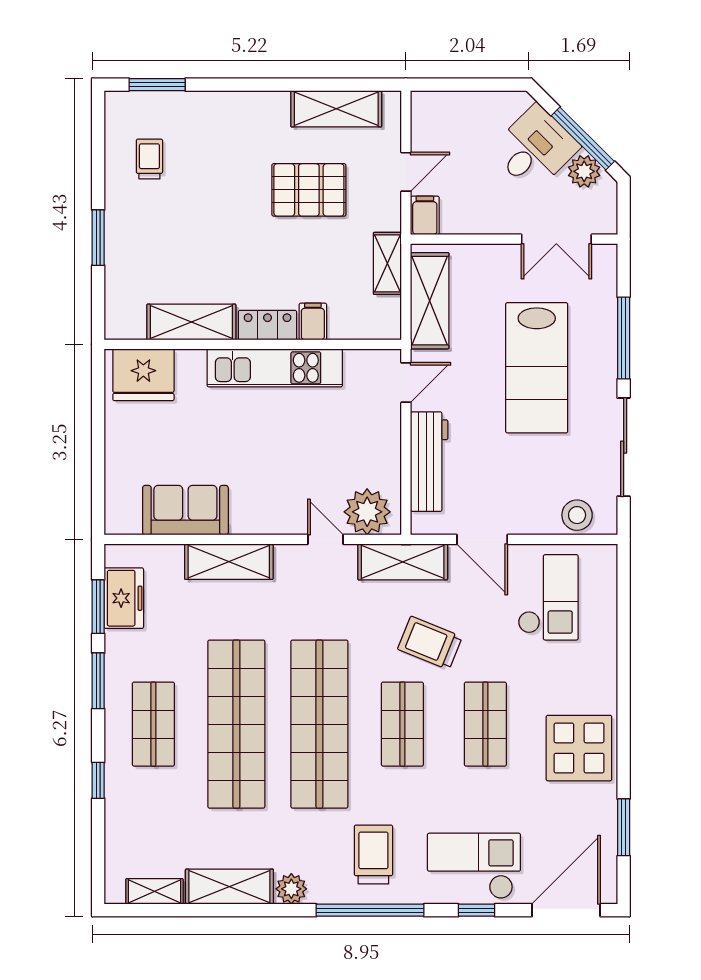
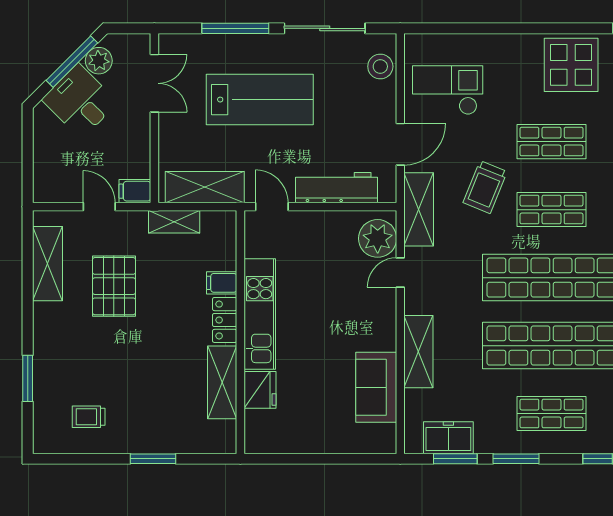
window: (157, 85) -> (28, 378), moved
fridge: (143, 375) -> (260, 390), moved, width x0.73, depth x0.75

